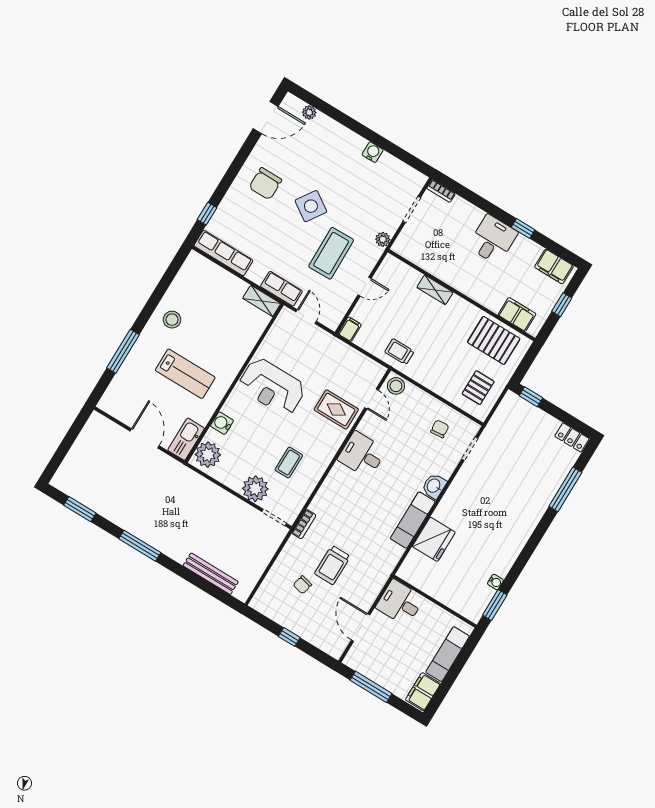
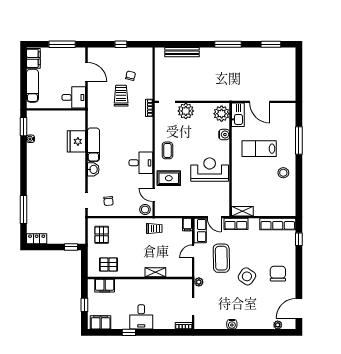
row of seats: (337, 310) -> (200, 231), added
pallet: (494, 340) -> (109, 264), width x0.67, depth x0.71
coffee table: (289, 463) -> (167, 150), moved

